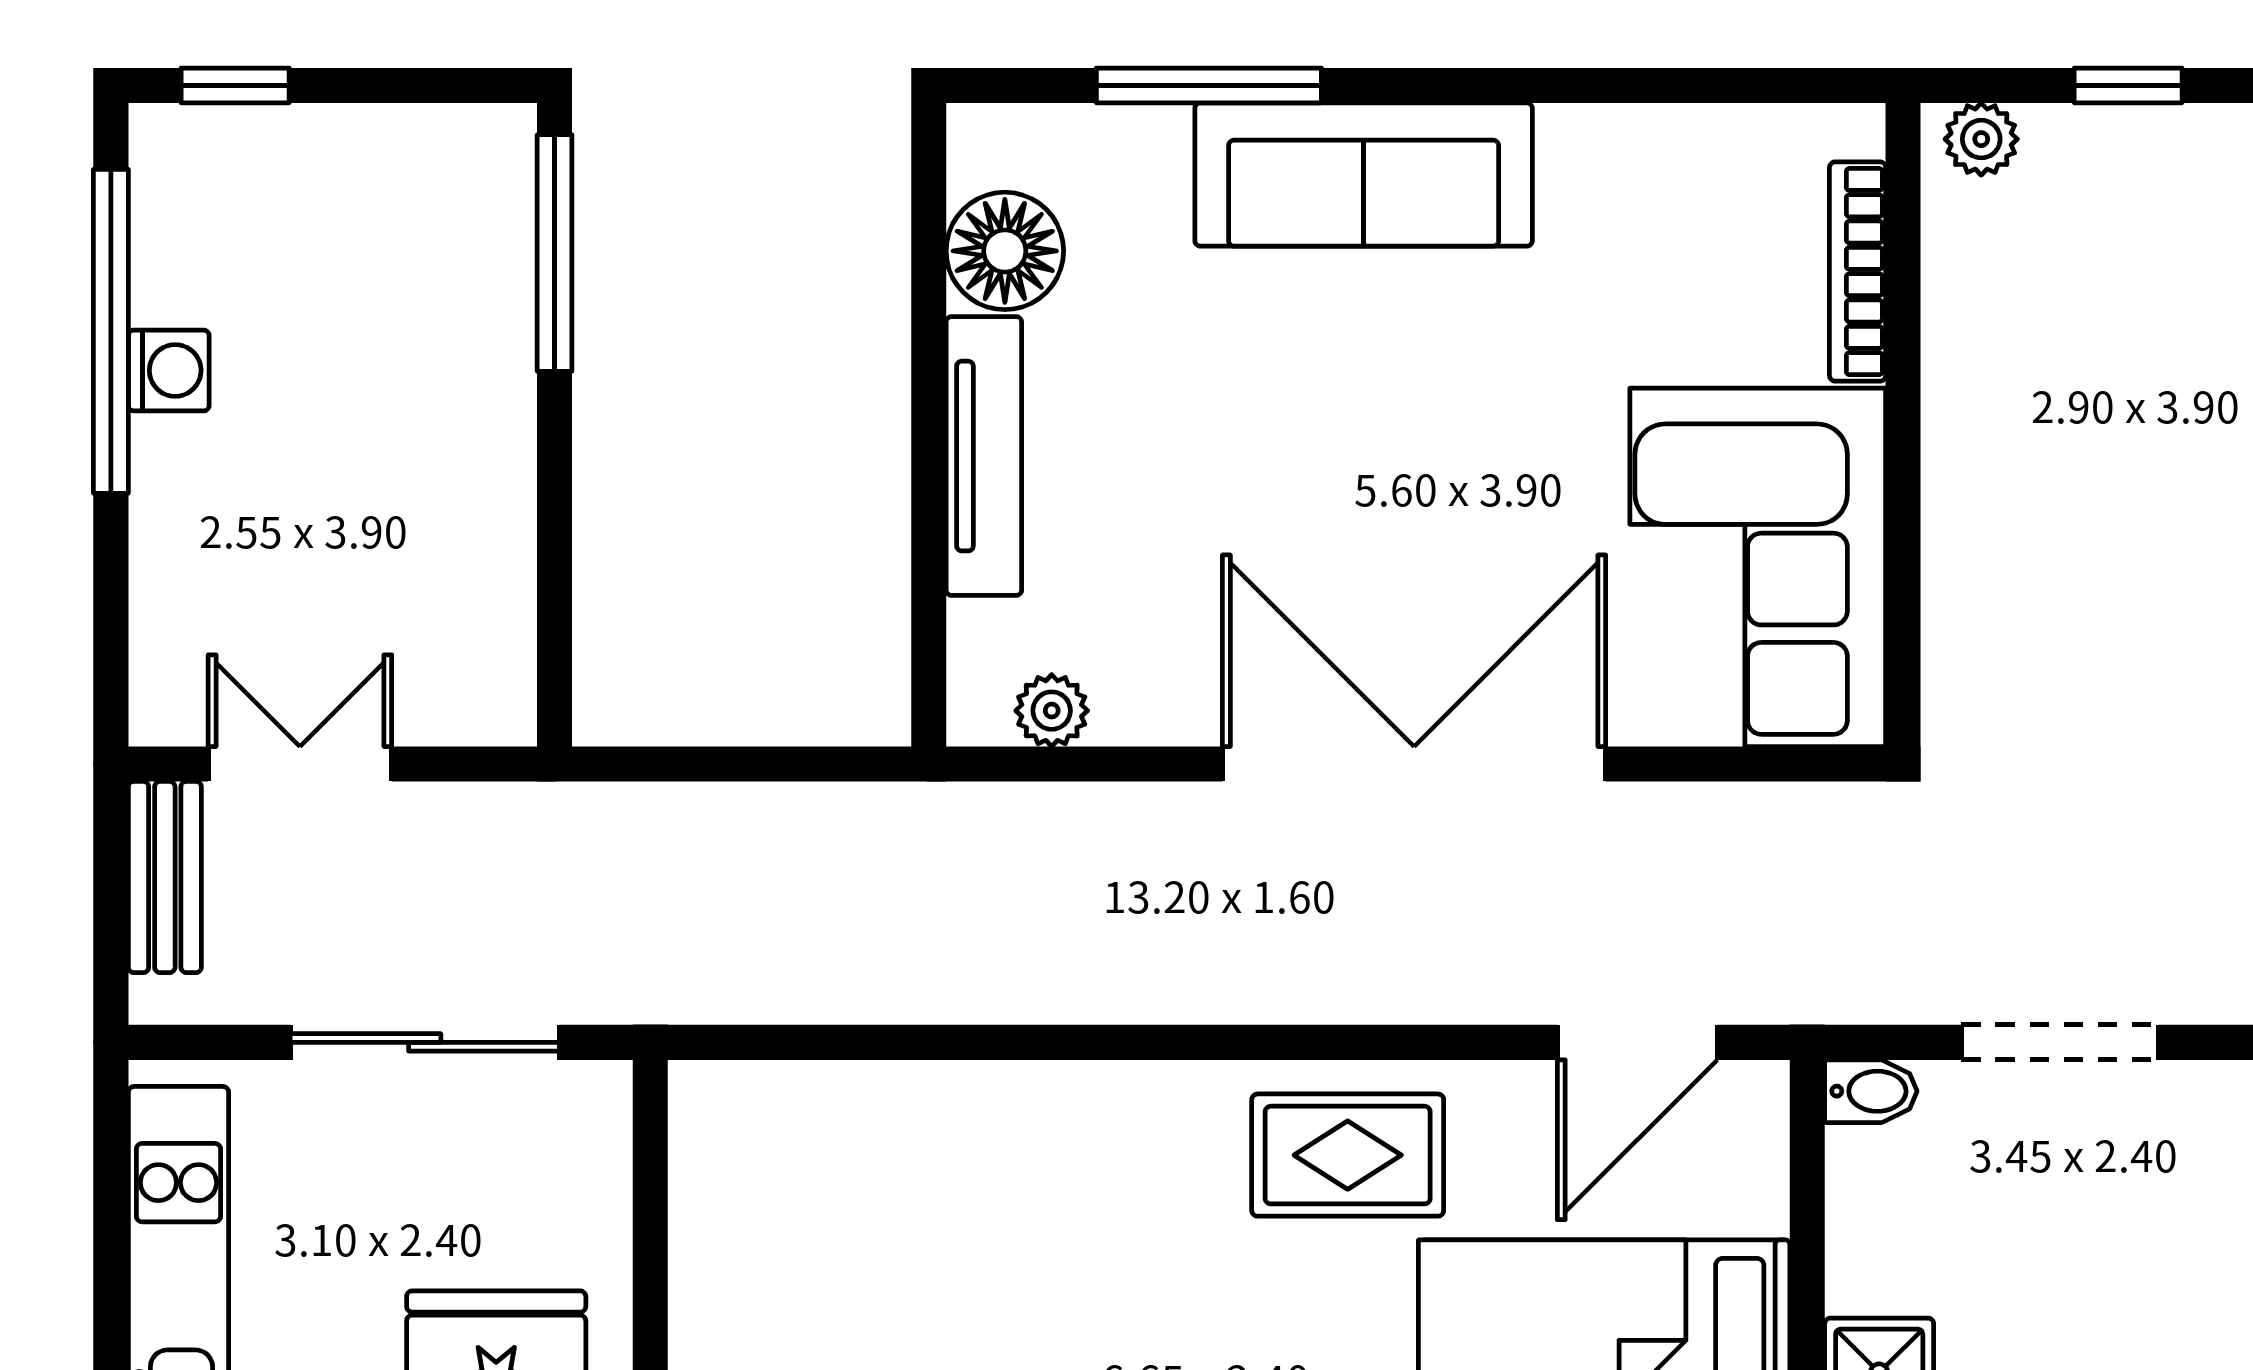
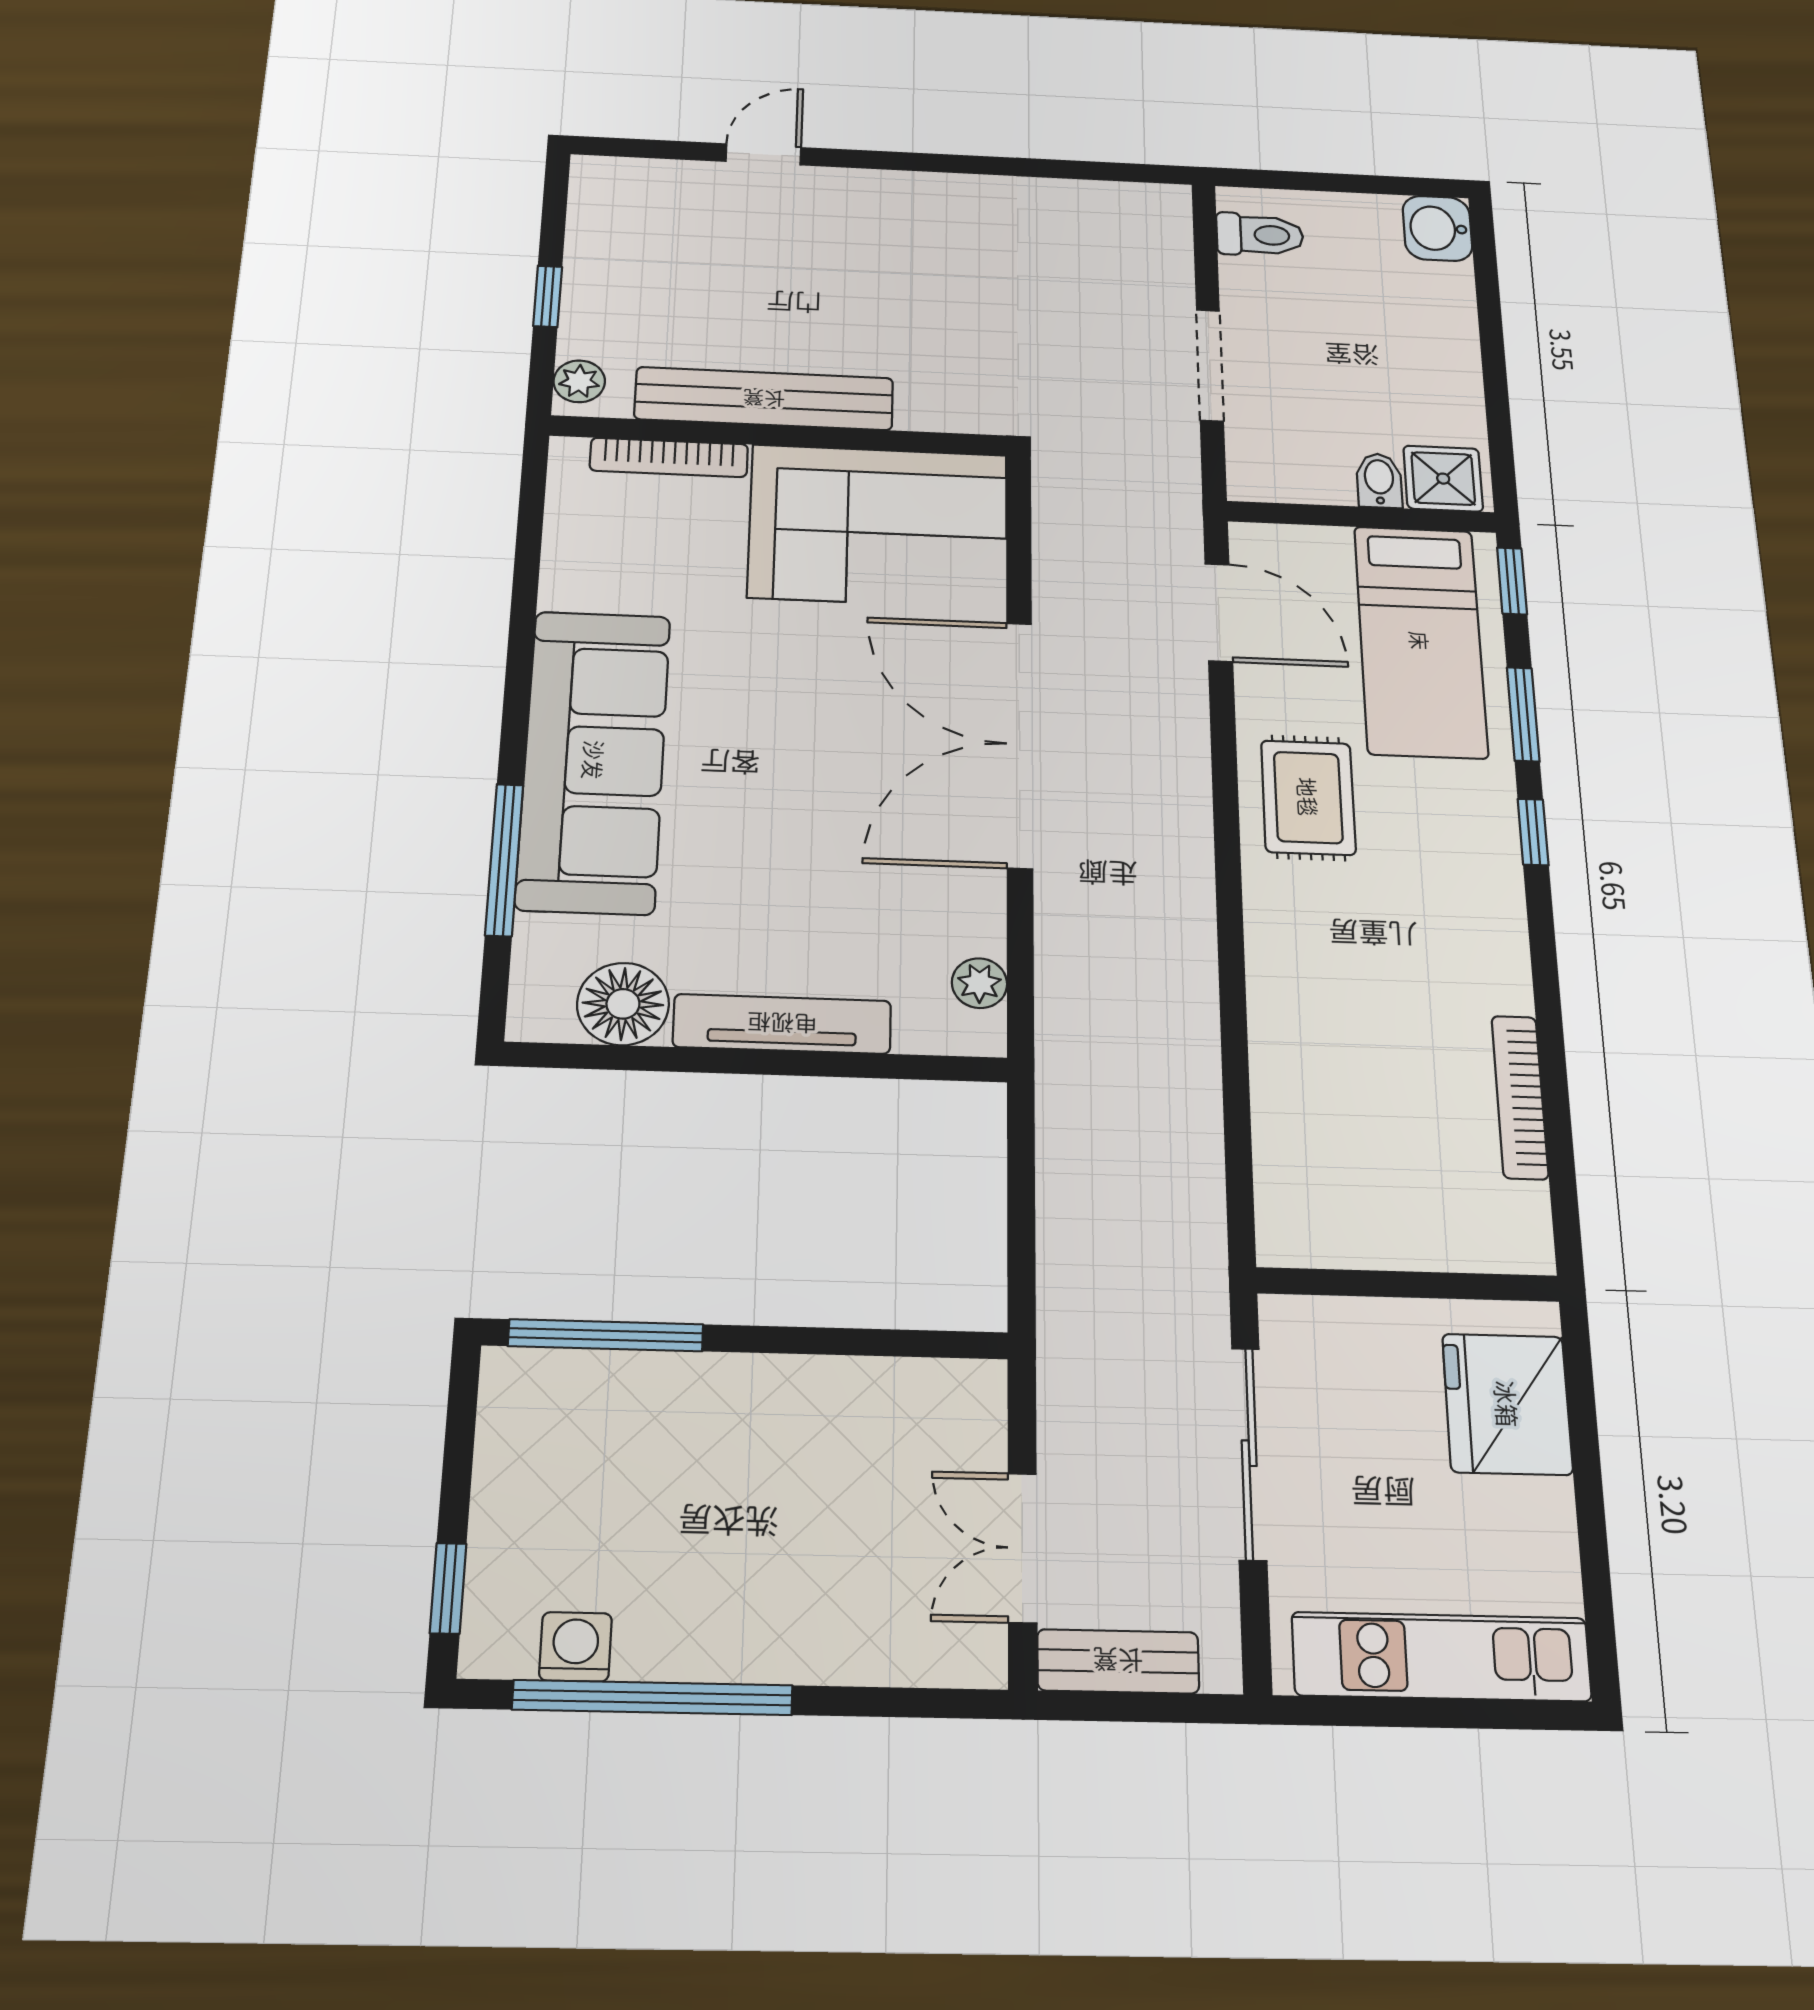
sofa: (1364, 175) -> (594, 760), width x1.36, depth x1.27
washing machine: (169, 370) -> (575, 1647), moved
bench: (1966, 401) -> (764, 399), added
bidet: (1871, 1091) -> (1379, 481), moved

